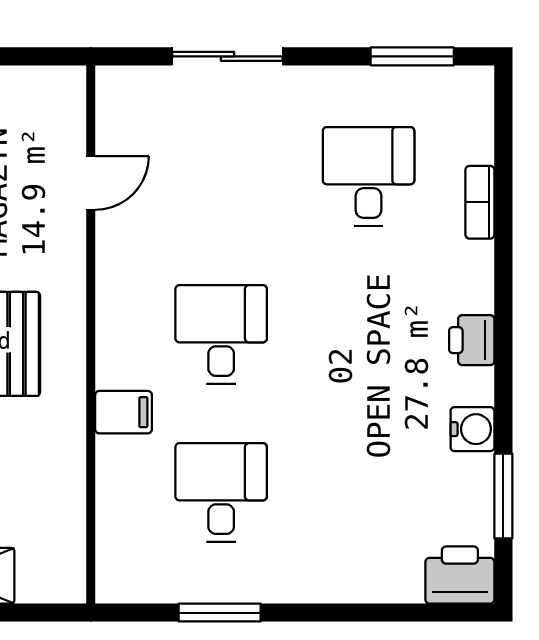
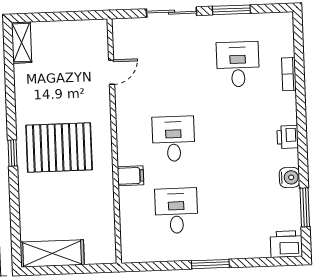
window: (412, 56) -> (231, 10), moved
window: (220, 613) -> (210, 264), moved

